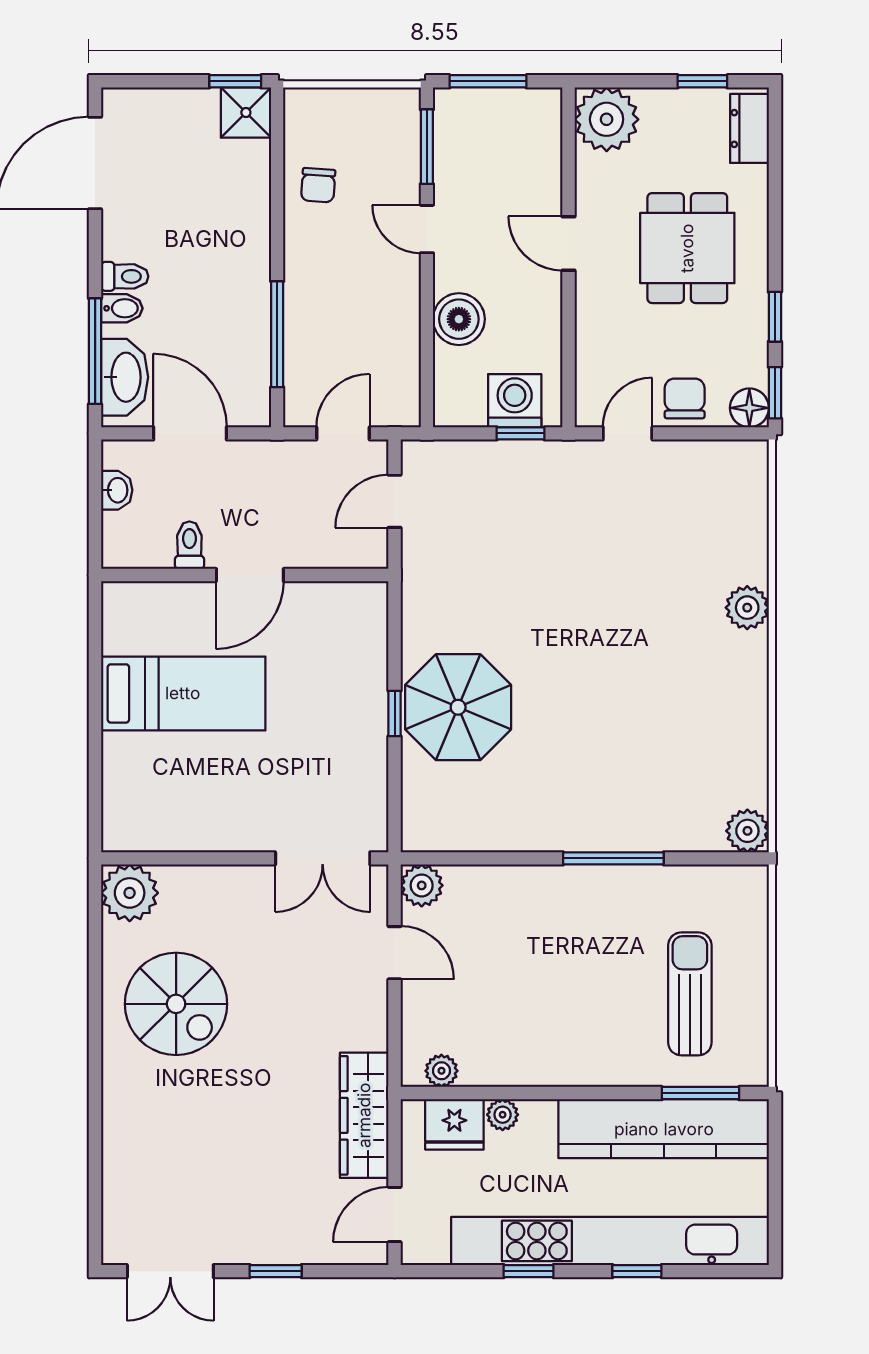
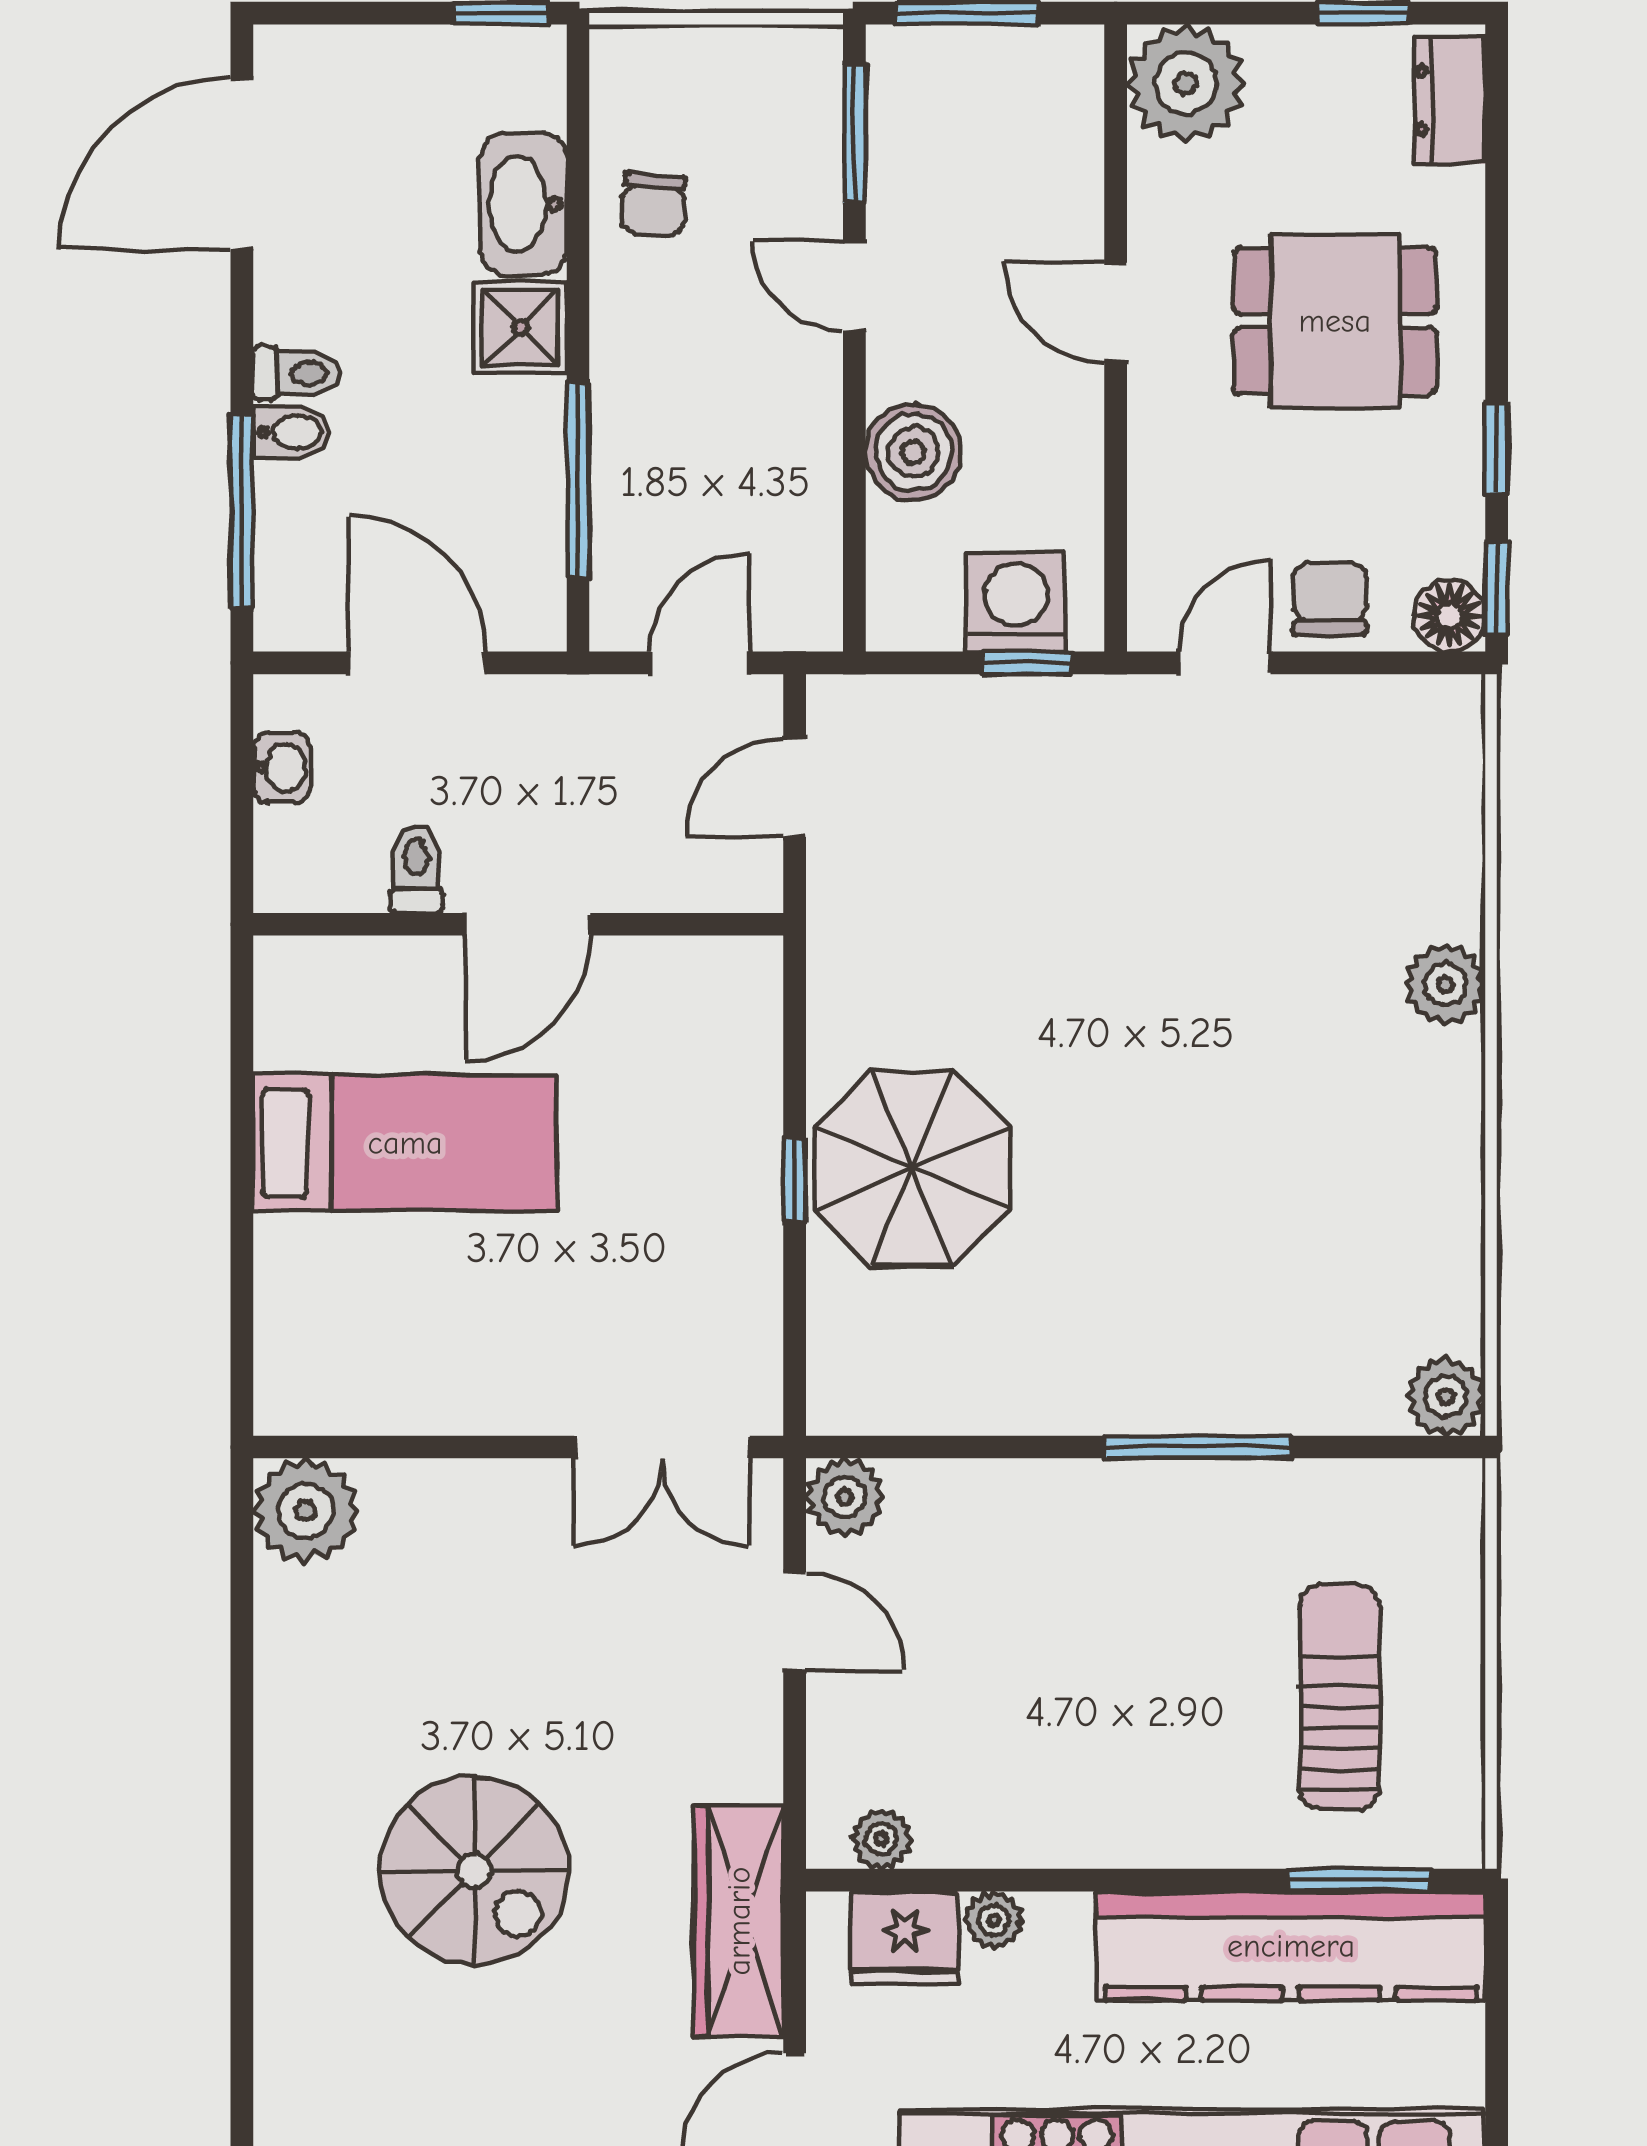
shower: (246, 113) -> (520, 327), moved
dining table: (687, 248) -> (1335, 321), turned 90
washbasin: (125, 377) -> (523, 204), moved, turned 180
spiral stairs: (176, 1004) -> (474, 1871), moved

